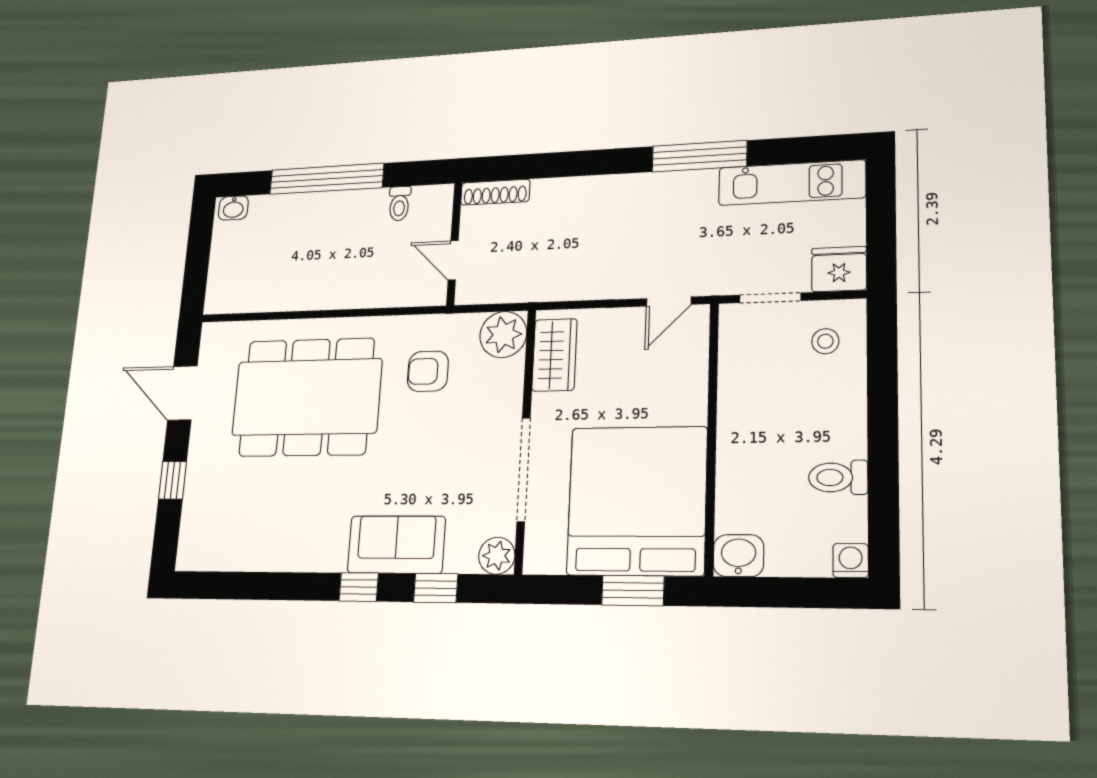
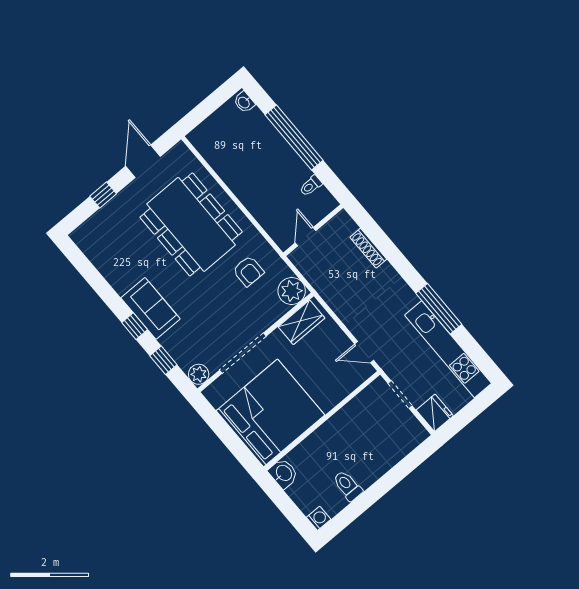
kitchen unit: (792, 183) -> (448, 349), width x1.36
shoe rack: (495, 192) -> (368, 248), moved
stool: (825, 341) -> (400, 433), removed
armchair: (428, 371) -> (248, 271), turned 180
sofa: (396, 545) -> (150, 308), moved
window: (633, 590) -> (234, 443), removed

